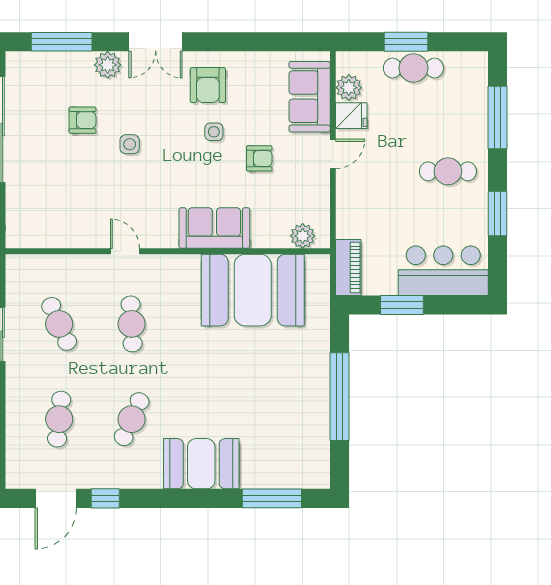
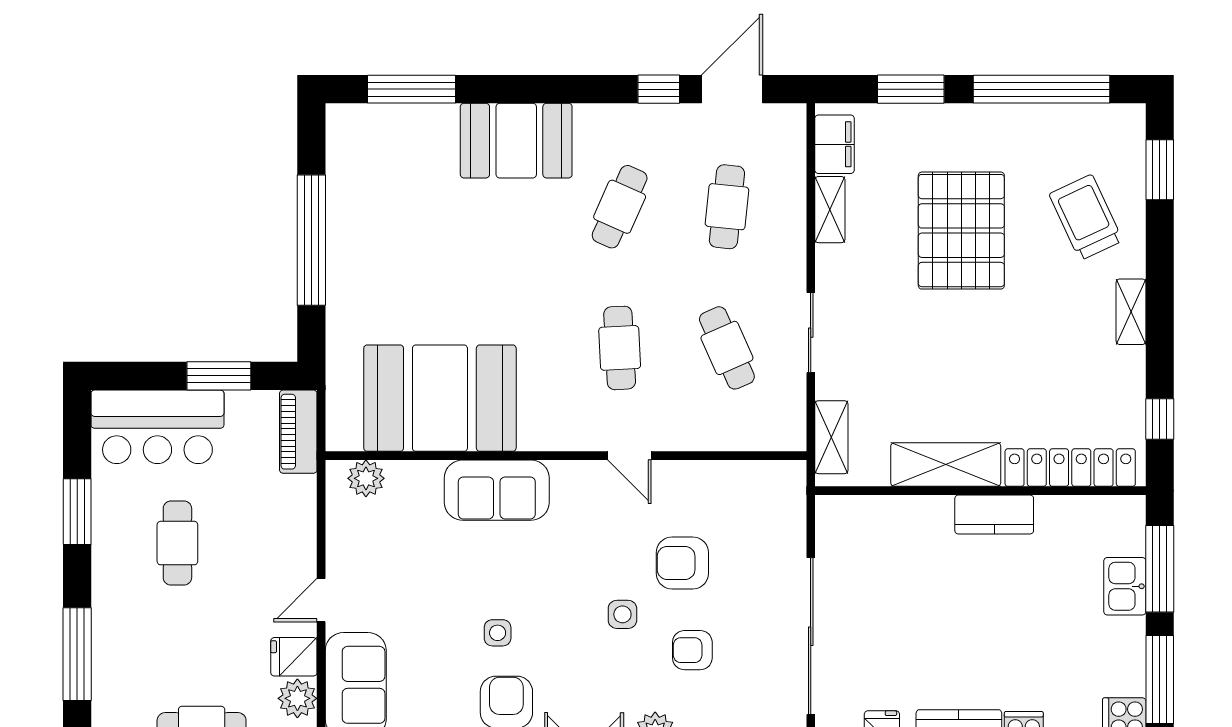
armchair: (259, 158) -> (682, 563), moved, width x1.38, depth x1.38
cafe table: (448, 171) -> (177, 543), moved, turned 90

